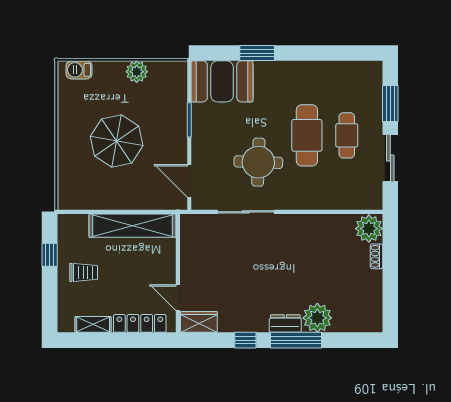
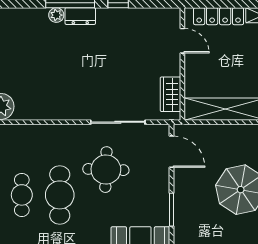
plant: (317, 318) -> (56, 15), width x0.53, depth x0.53
wardrobe: (199, 322) -> (171, 94), moved, turned 90

